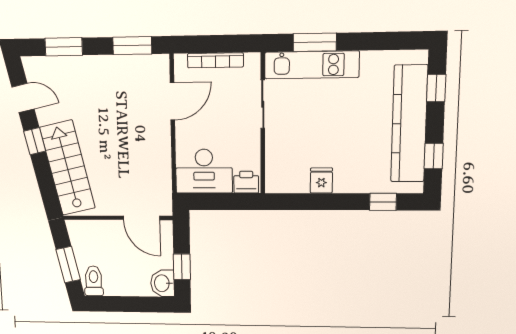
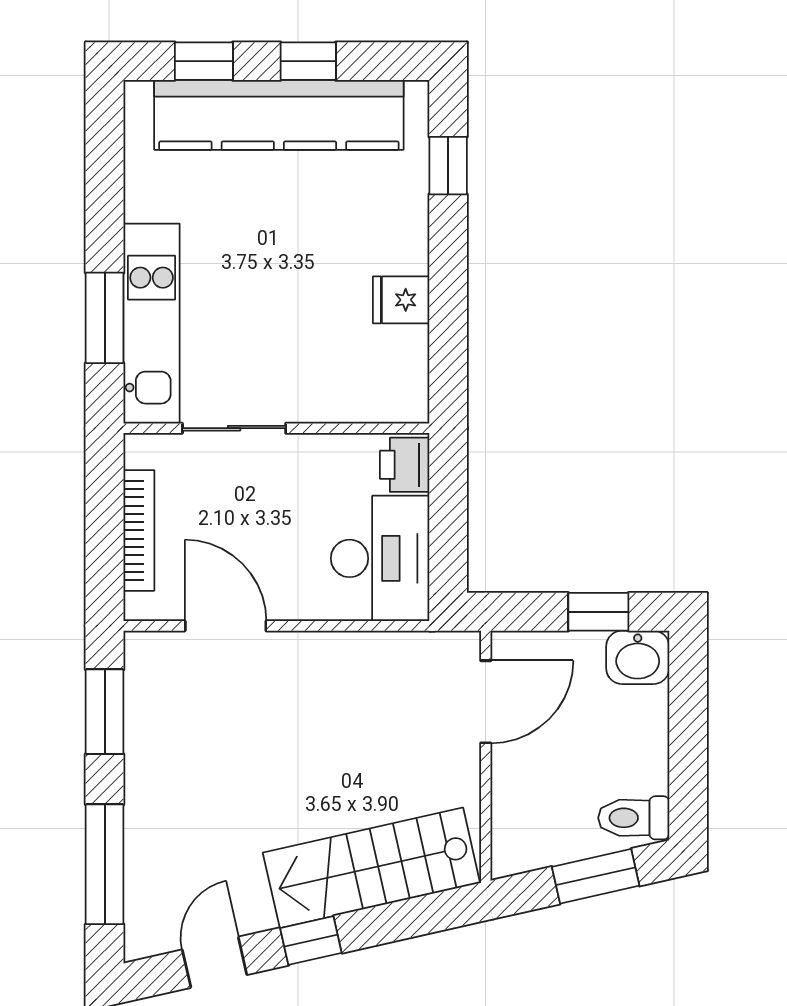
window: (64, 47) -> (105, 864), width x1.44
window: (434, 156) -> (308, 61), moved

